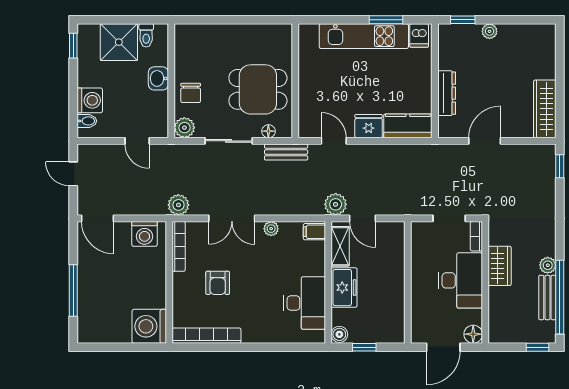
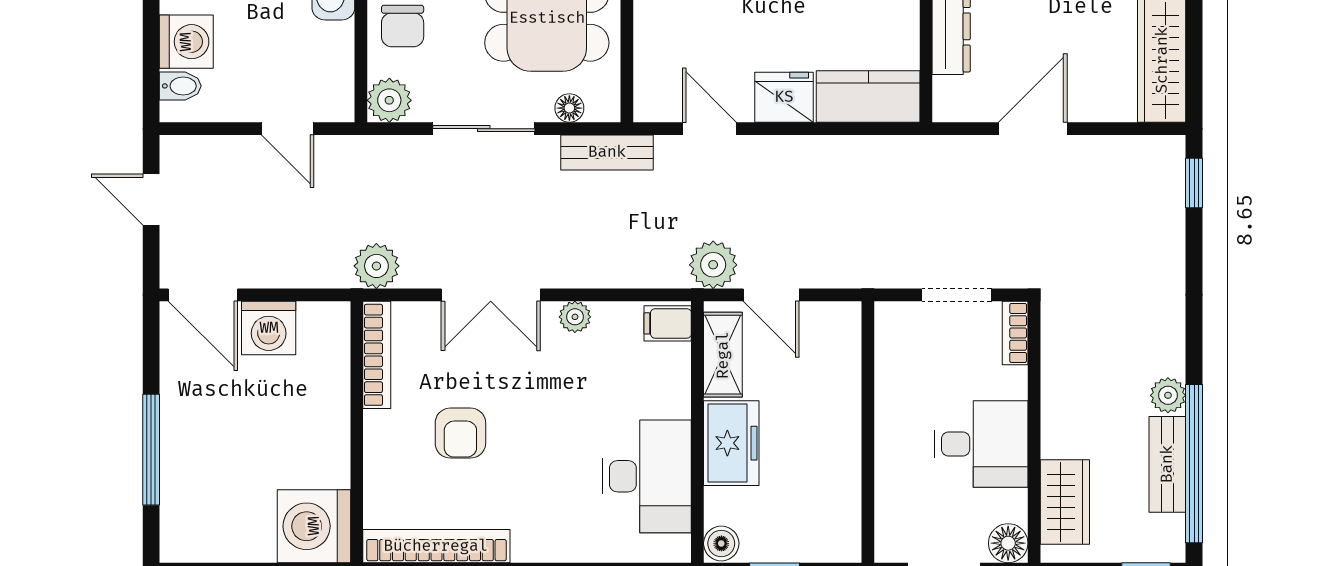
washing machine: (144, 234) -> (269, 328), moved
wardrobe: (500, 266) -> (1065, 502), moved
desk: (460, 280) -> (981, 444), width x0.73

